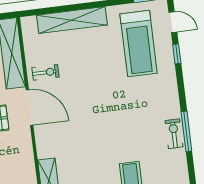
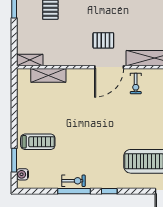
window: (177, 54) -> (109, 191), moved

